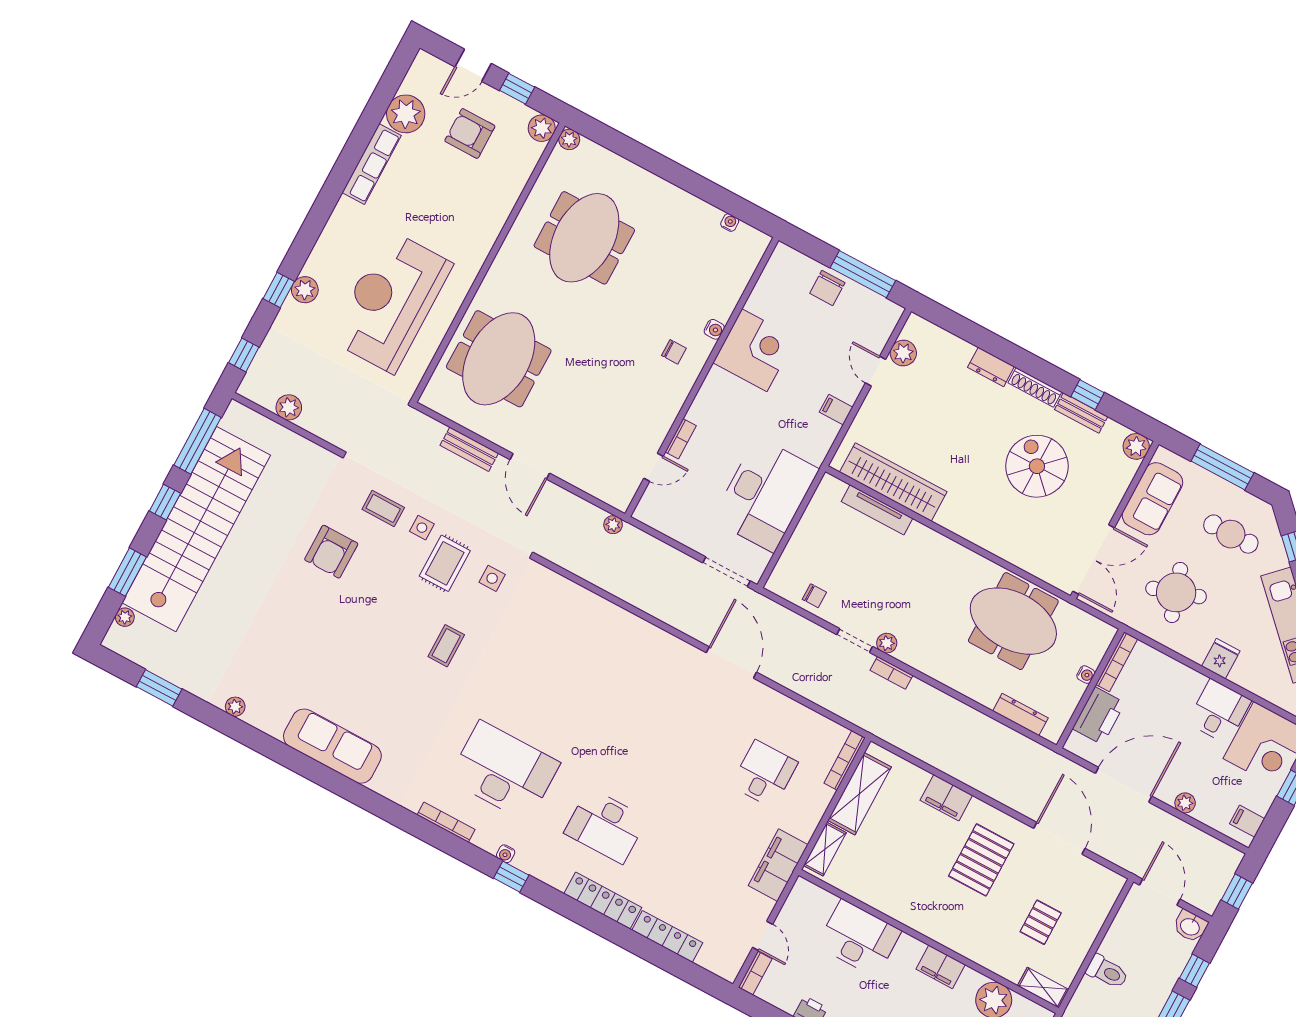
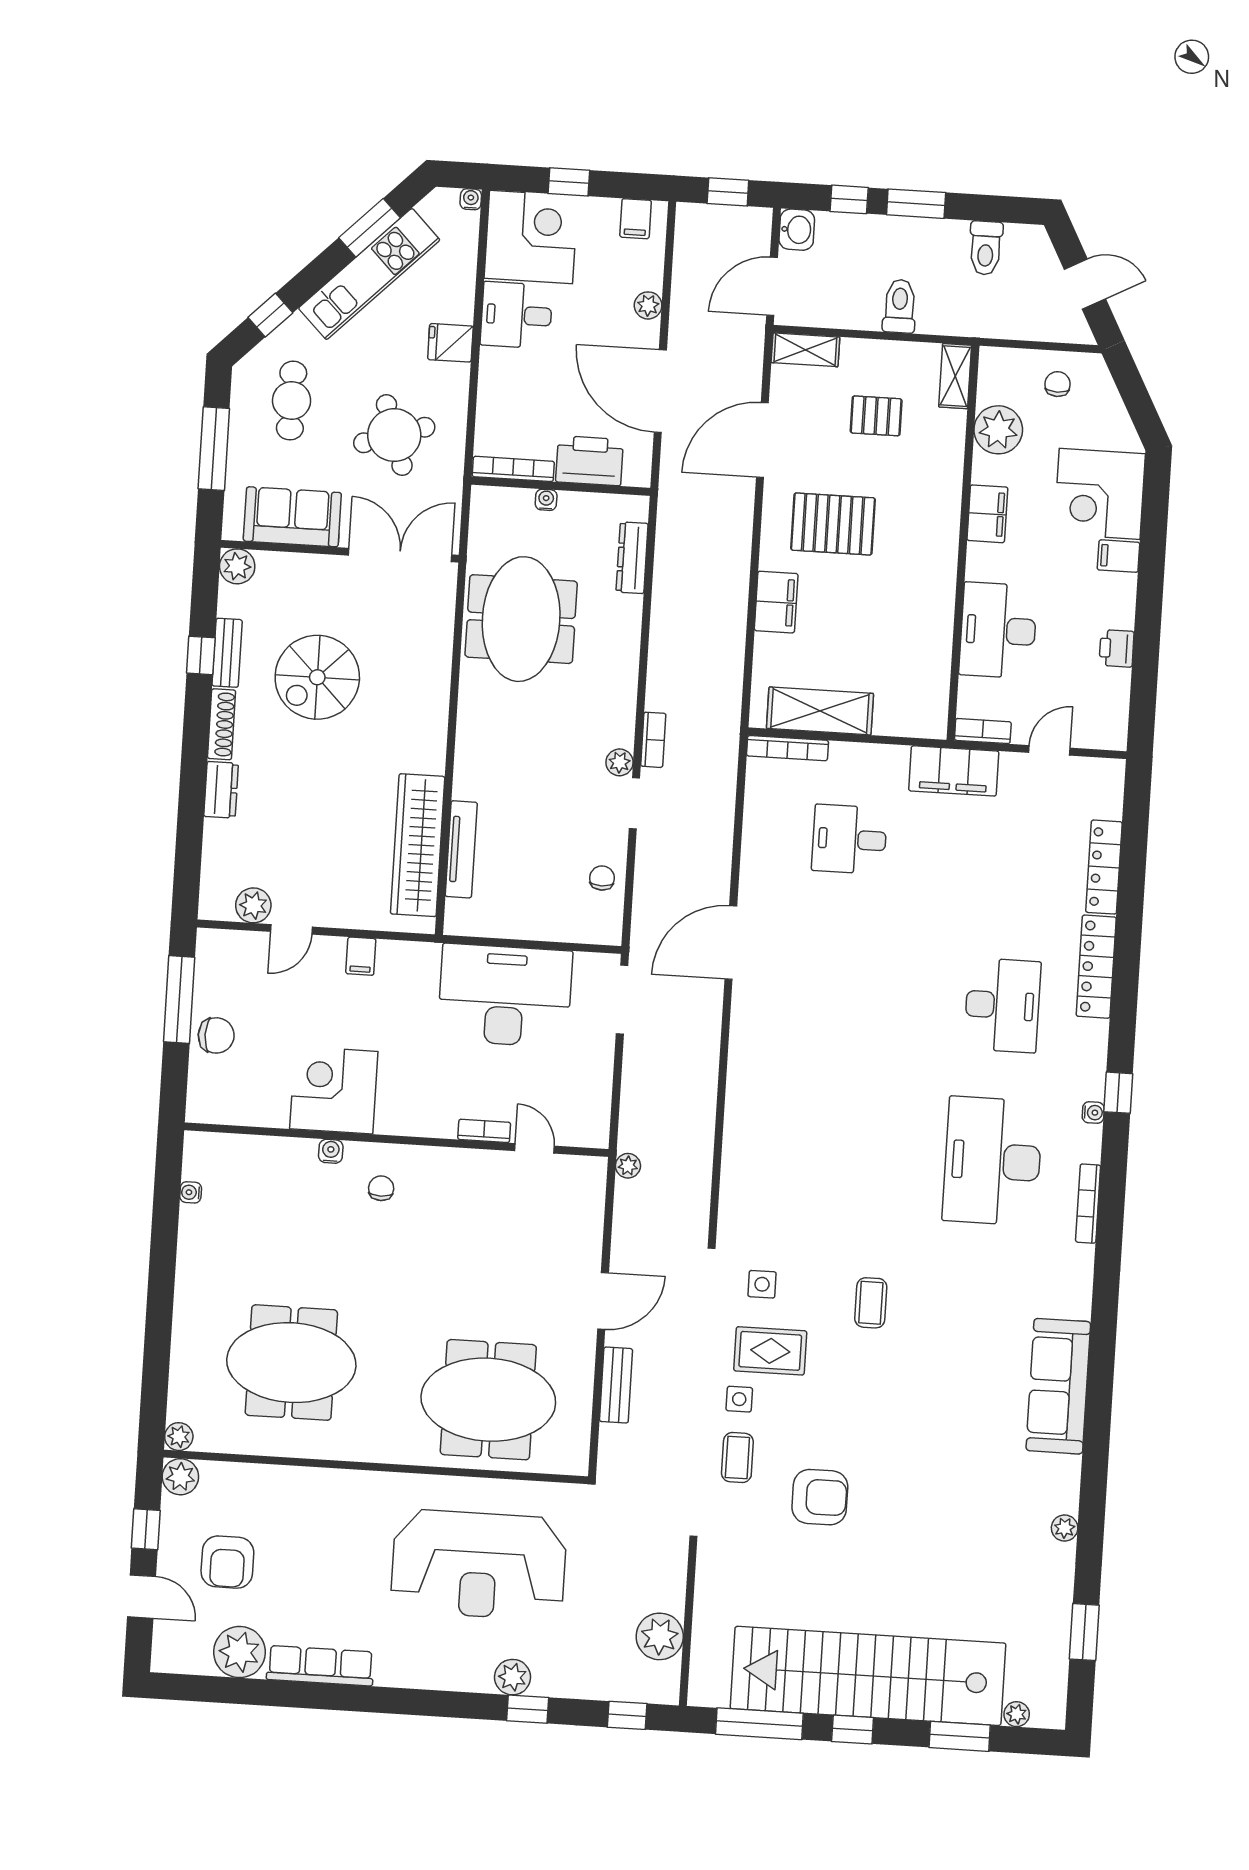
plant: (289, 407) -> (660, 1636), width x1.36, depth x1.36
coffee table: (446, 646) -> (871, 1303), turned 90
shelving: (825, 849) -> (805, 350), moved
bookcase: (755, 973) -> (983, 731), moved

